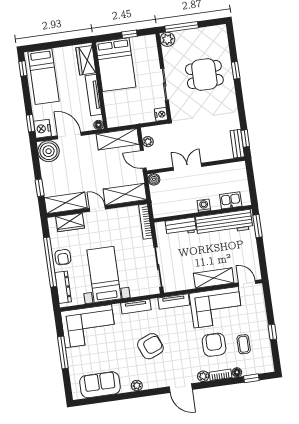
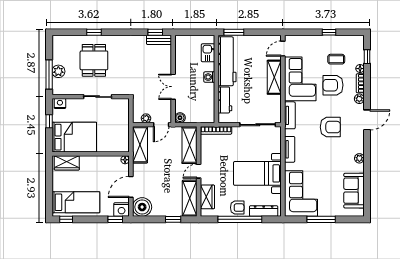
plant: (167, 39) -> (58, 71), moved
tv unit: (93, 95) -> (98, 161), removed
nightstand: (161, 114) -> (60, 104), moved
armchair: (150, 346) -> (330, 127), moved, turned 112

